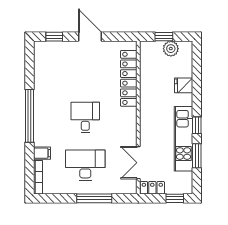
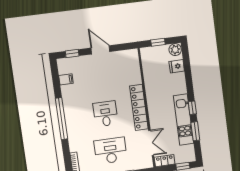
plant: (171, 49) -> (175, 50), moved
locker: (129, 78) -> (139, 107), moved
fridge: (184, 85) -> (177, 66), moved
filing cabinet: (42, 153) -> (66, 79), moved
double door: (138, 163) -> (151, 143), swing flipped

